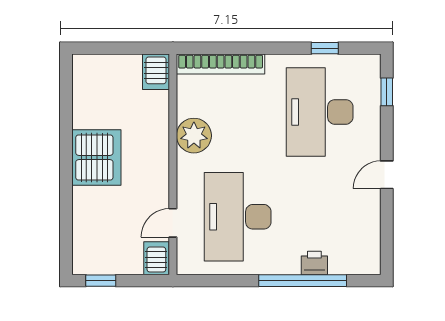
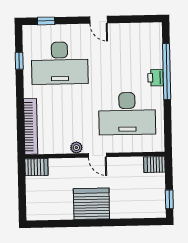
plant: (194, 136) -> (76, 148), width x0.53, depth x0.53
door: (173, 223) -> (97, 155), moved
printer: (314, 263) -> (156, 78), moved

